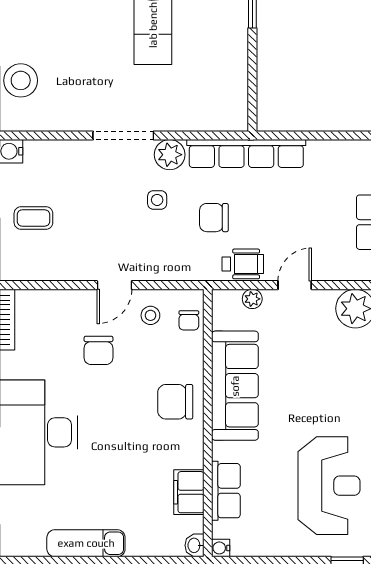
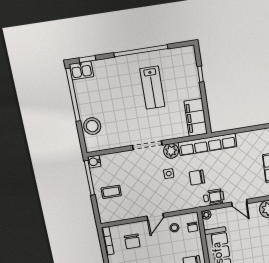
filing cabinet: (230, 96) -> (196, 117), added
door: (295, 285) -> (239, 203), swing flipped
plant: (252, 299) -> (206, 215), moved
chair: (98, 350) -> (132, 241), moved

